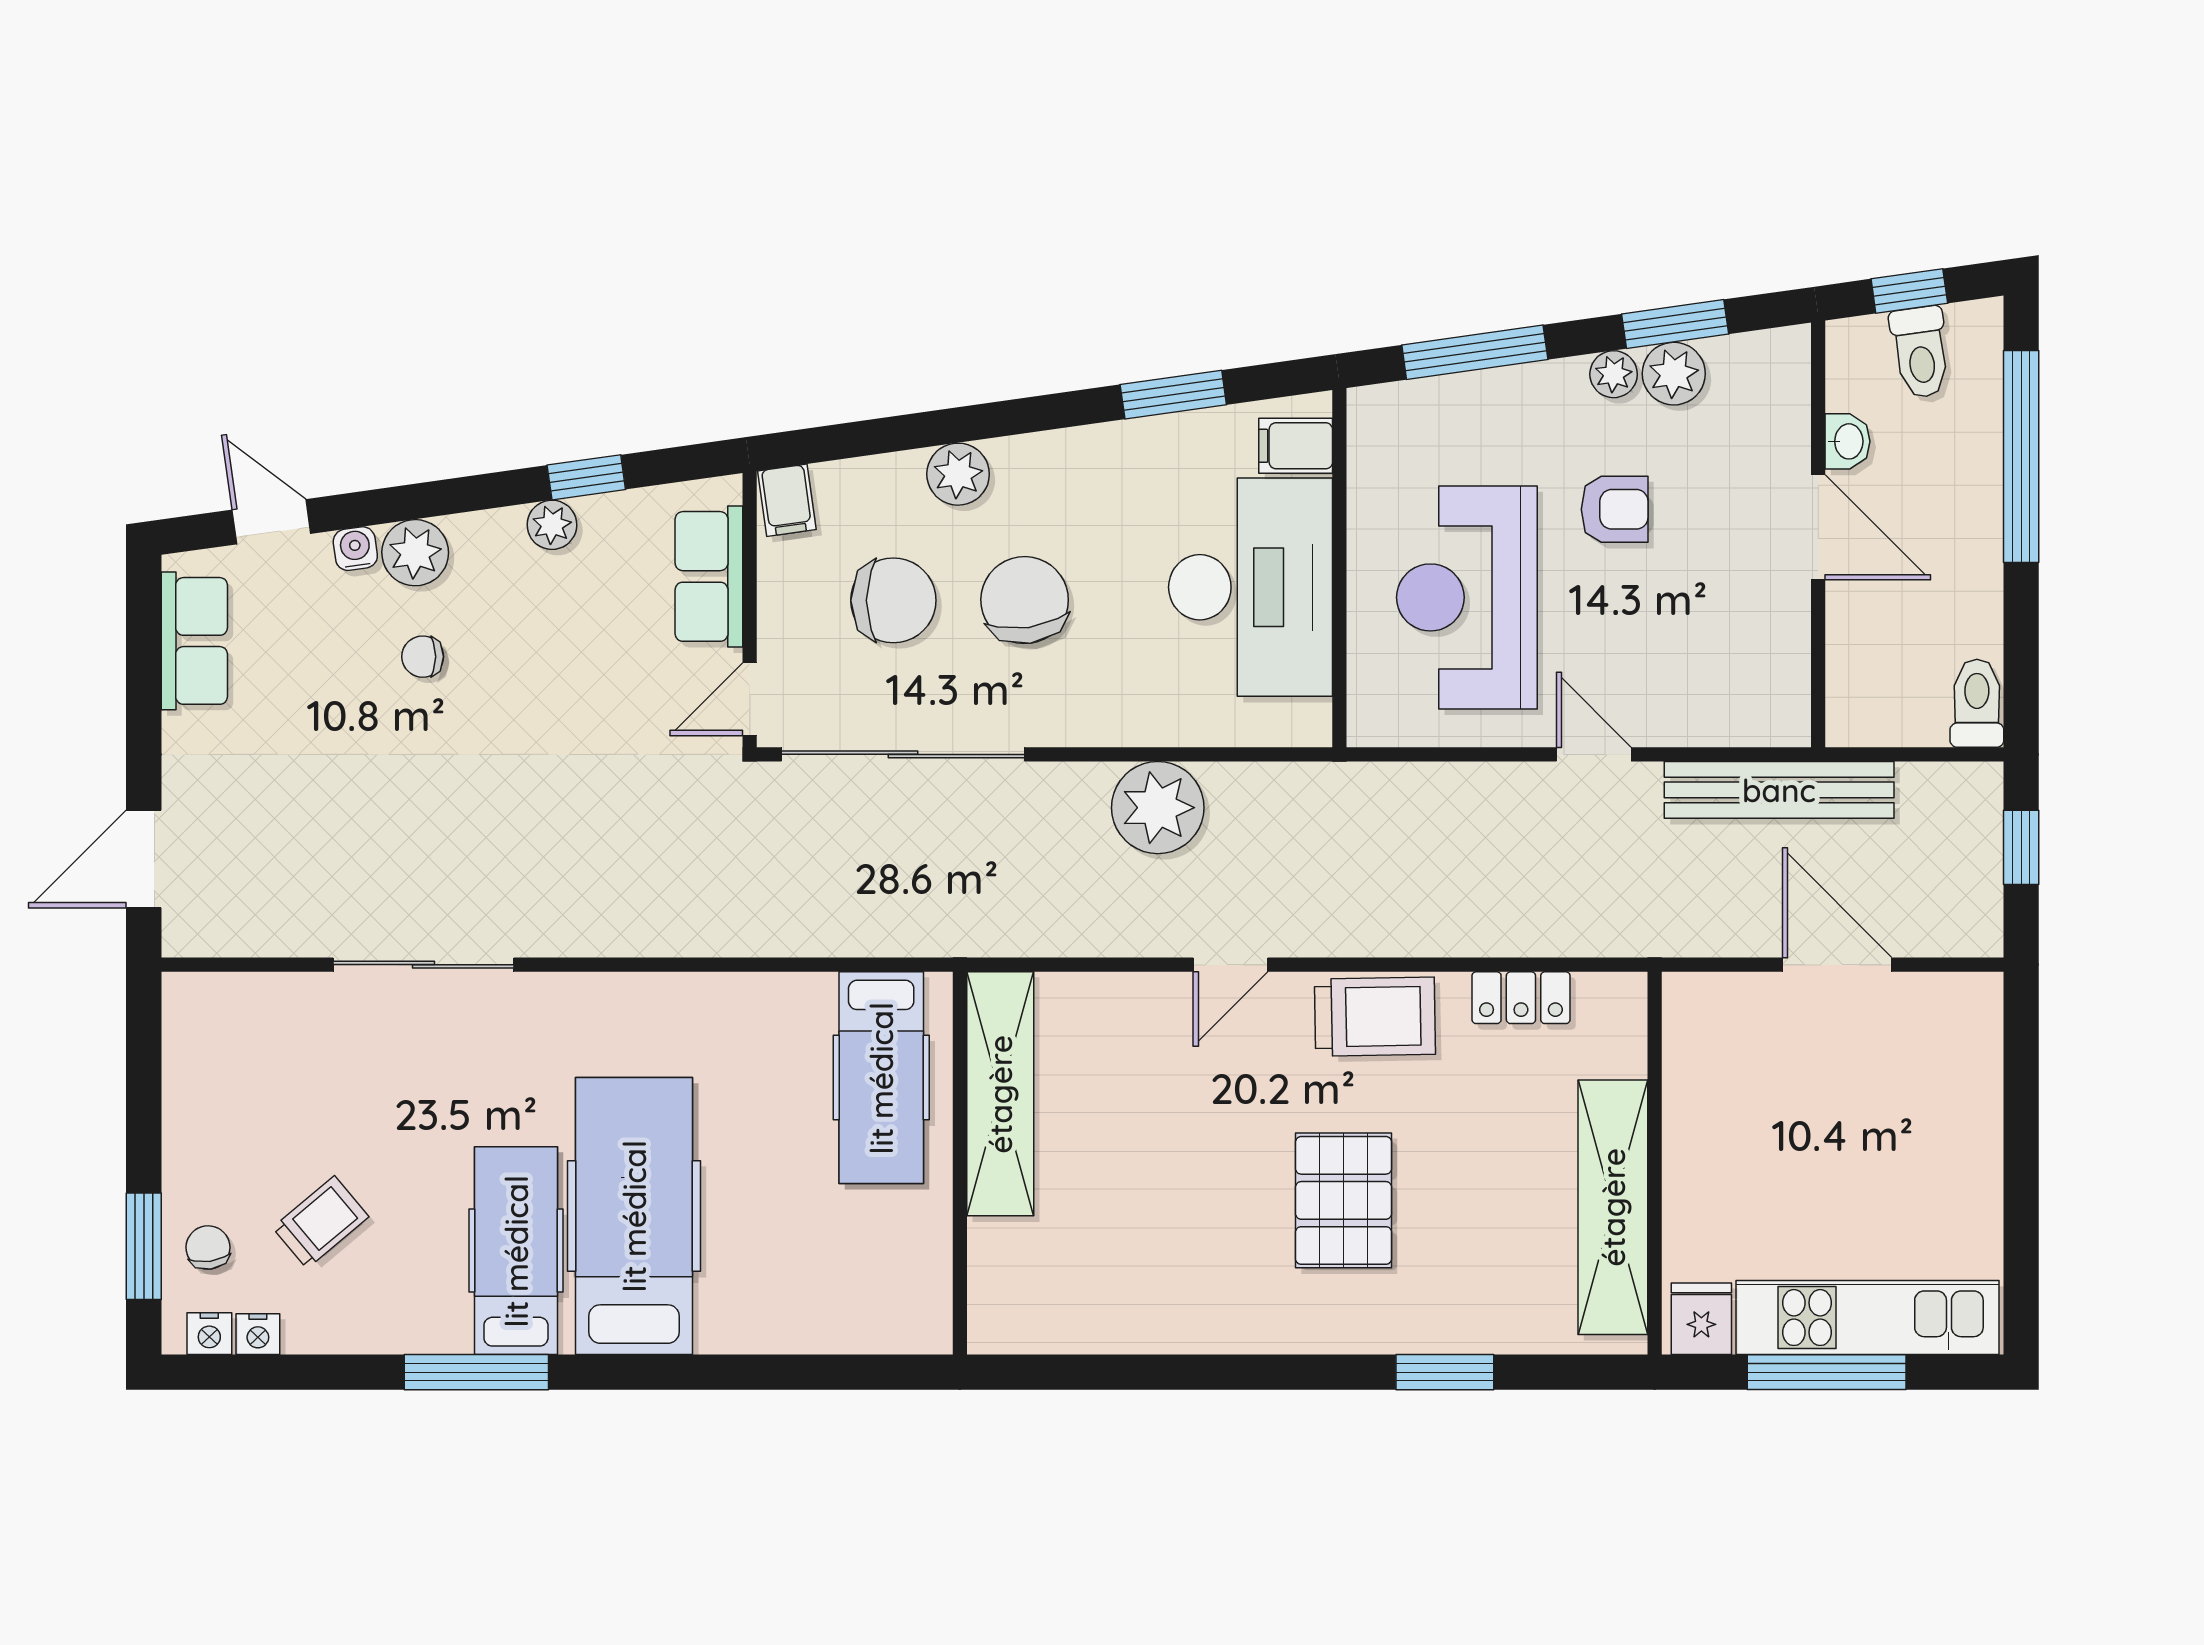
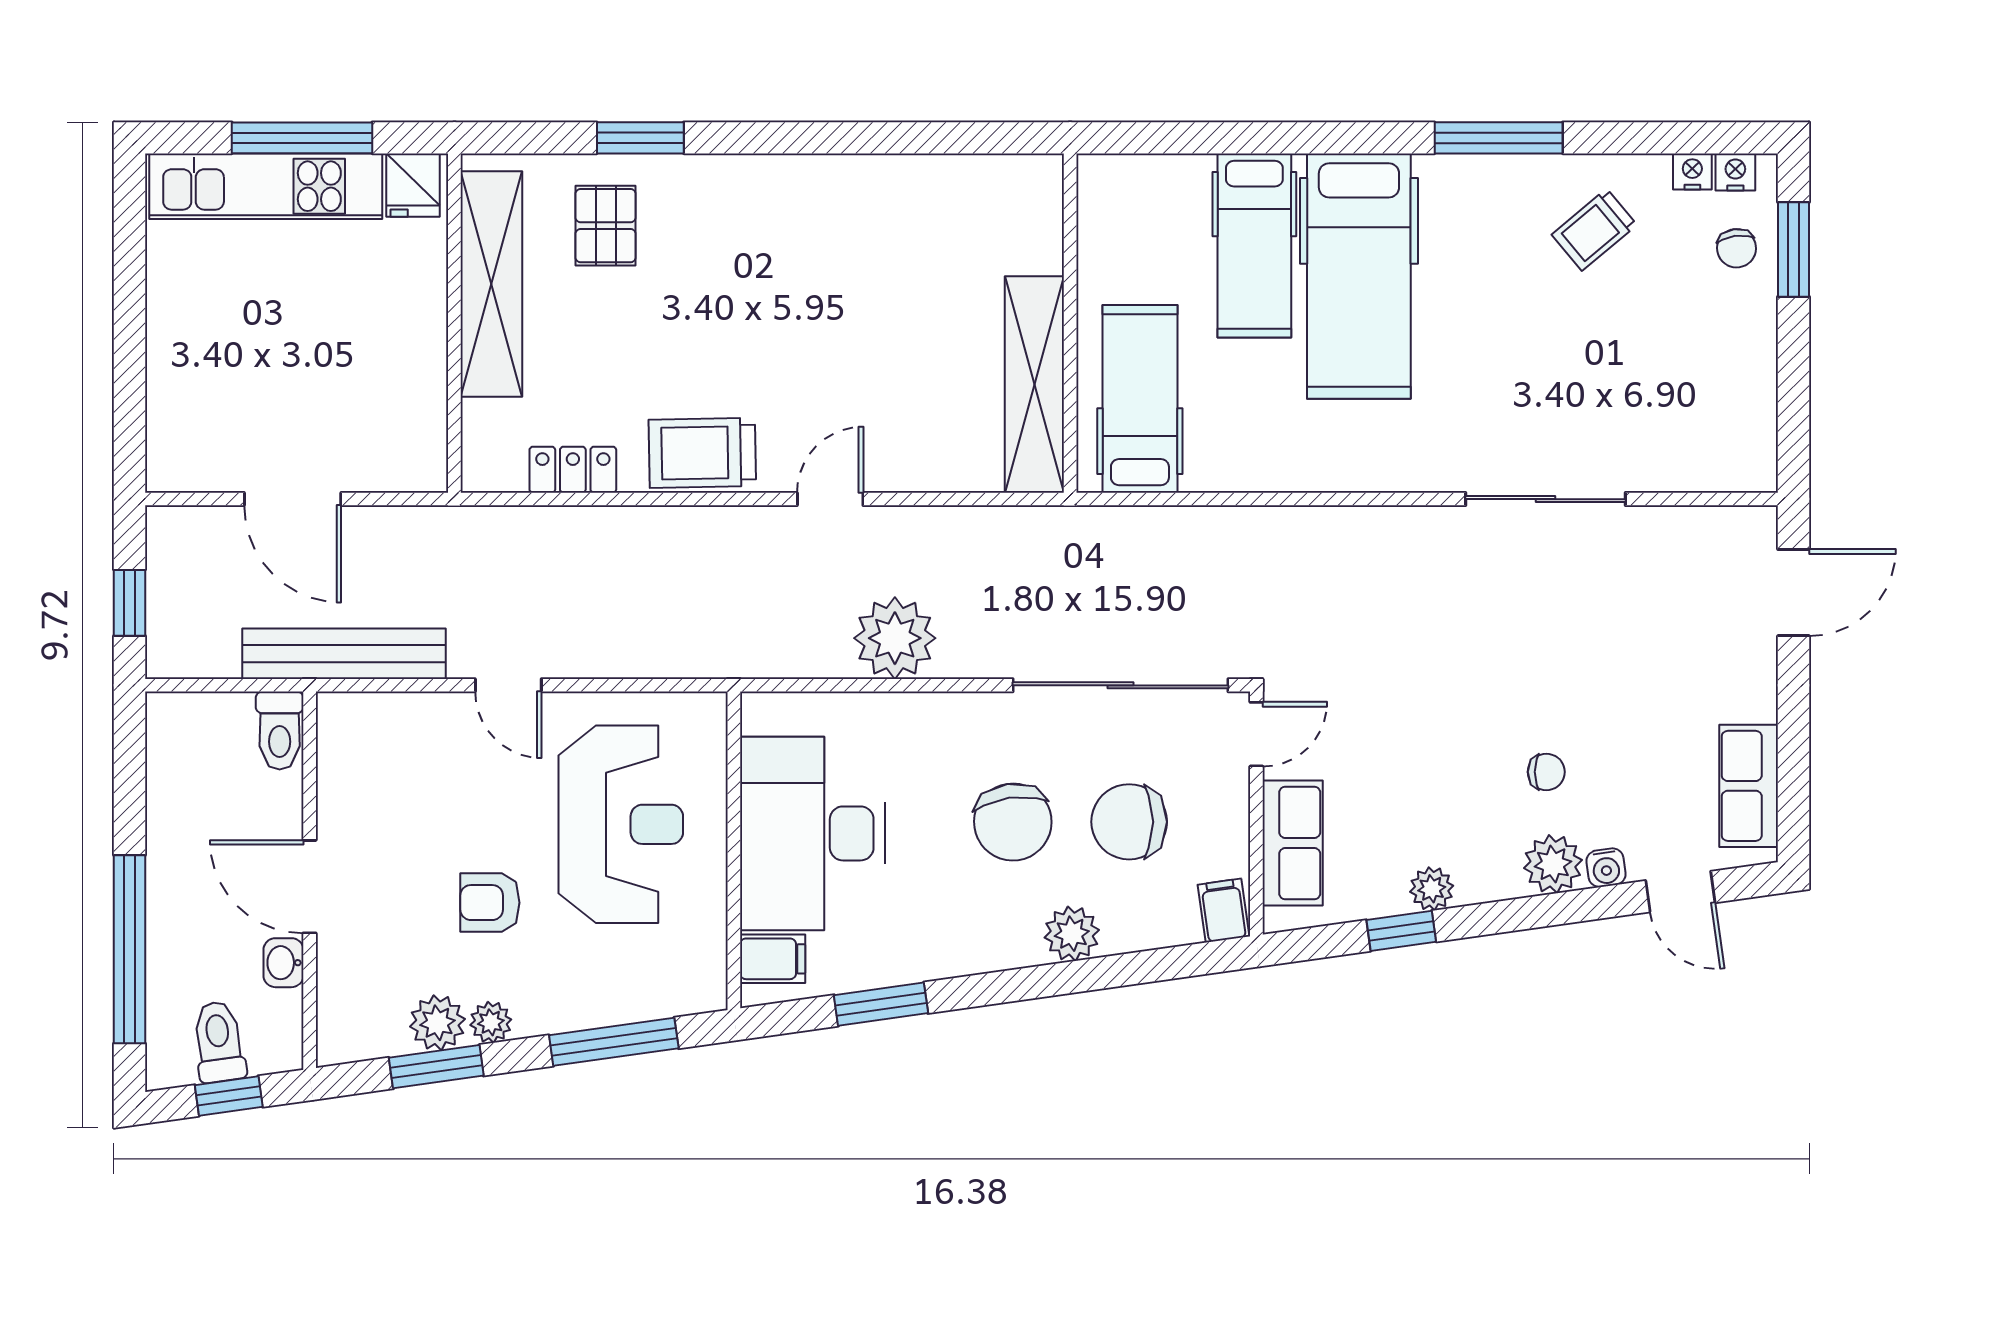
toilet: (1977, 703) -> (280, 731), moved
pallet: (1344, 1200) -> (606, 226), moved, width x0.67, depth x0.71
trolley: (321, 1222) -> (1594, 230), moved
hospital bed: (516, 1251) -> (1254, 246), moved

